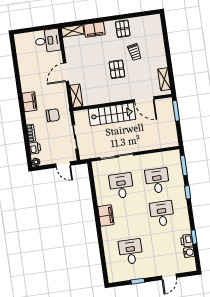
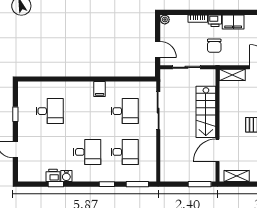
printer: (35, 148) -> (215, 21), moved
door: (63, 165) -> (158, 49), swing flipped
filing cabinet: (106, 216) -> (100, 89), width x0.50
water cooler: (189, 252) -> (66, 176), moved

